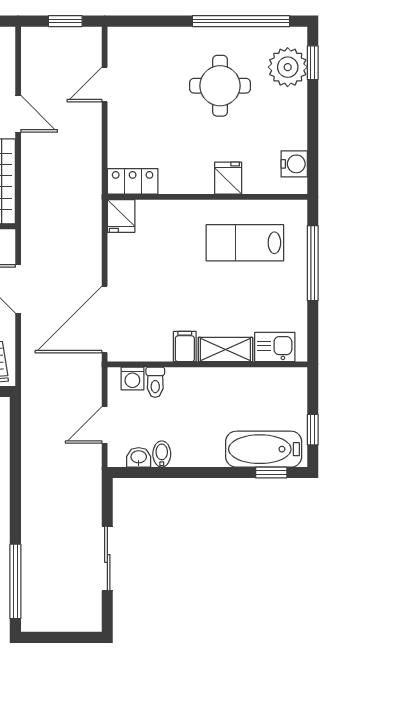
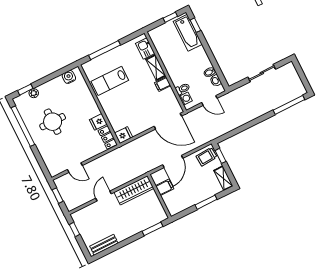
plant: (288, 67) -> (34, 93), width x0.53, depth x0.53
fridge: (228, 178) -> (98, 122), moved
lab bench: (245, 243) -> (110, 81), turned 90

